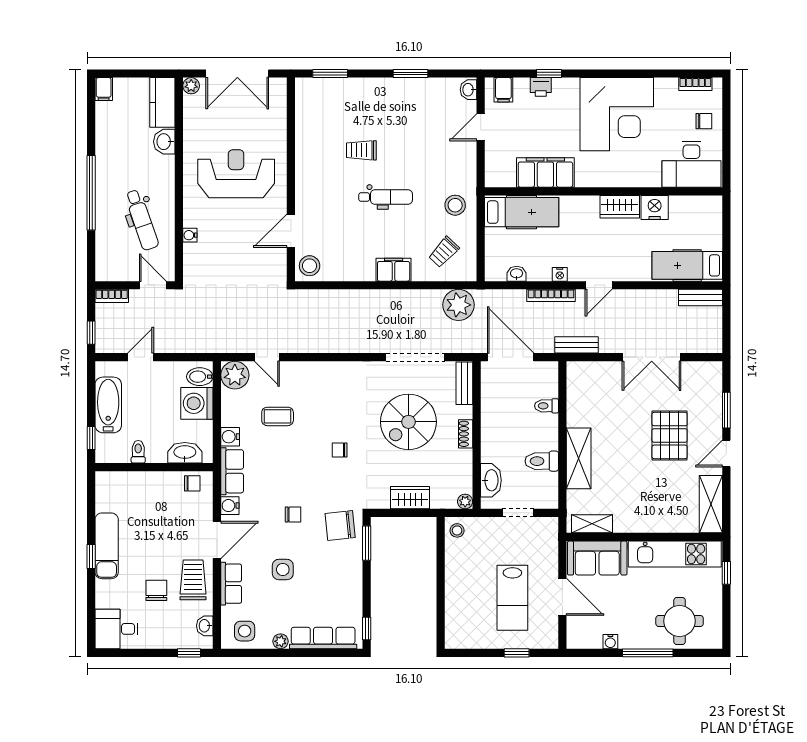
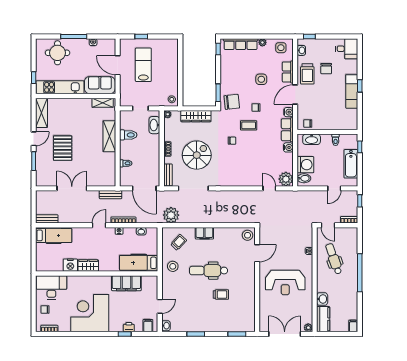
dental chair: (386, 197) -> (209, 271), width x1.36, depth x1.38
coffee table: (278, 416) -> (249, 125), moved
wardrobe: (410, 498) -> (196, 116), width x1.50

